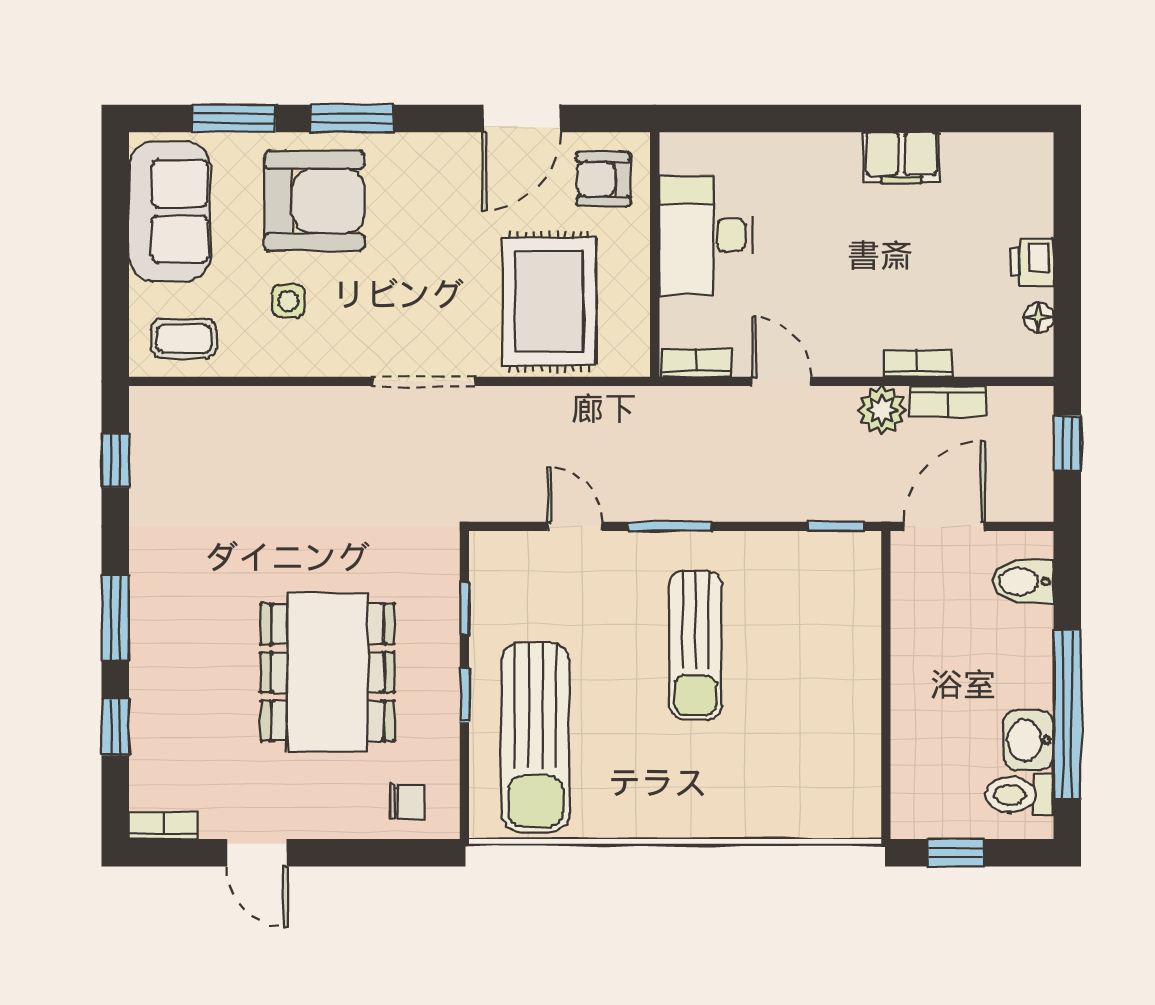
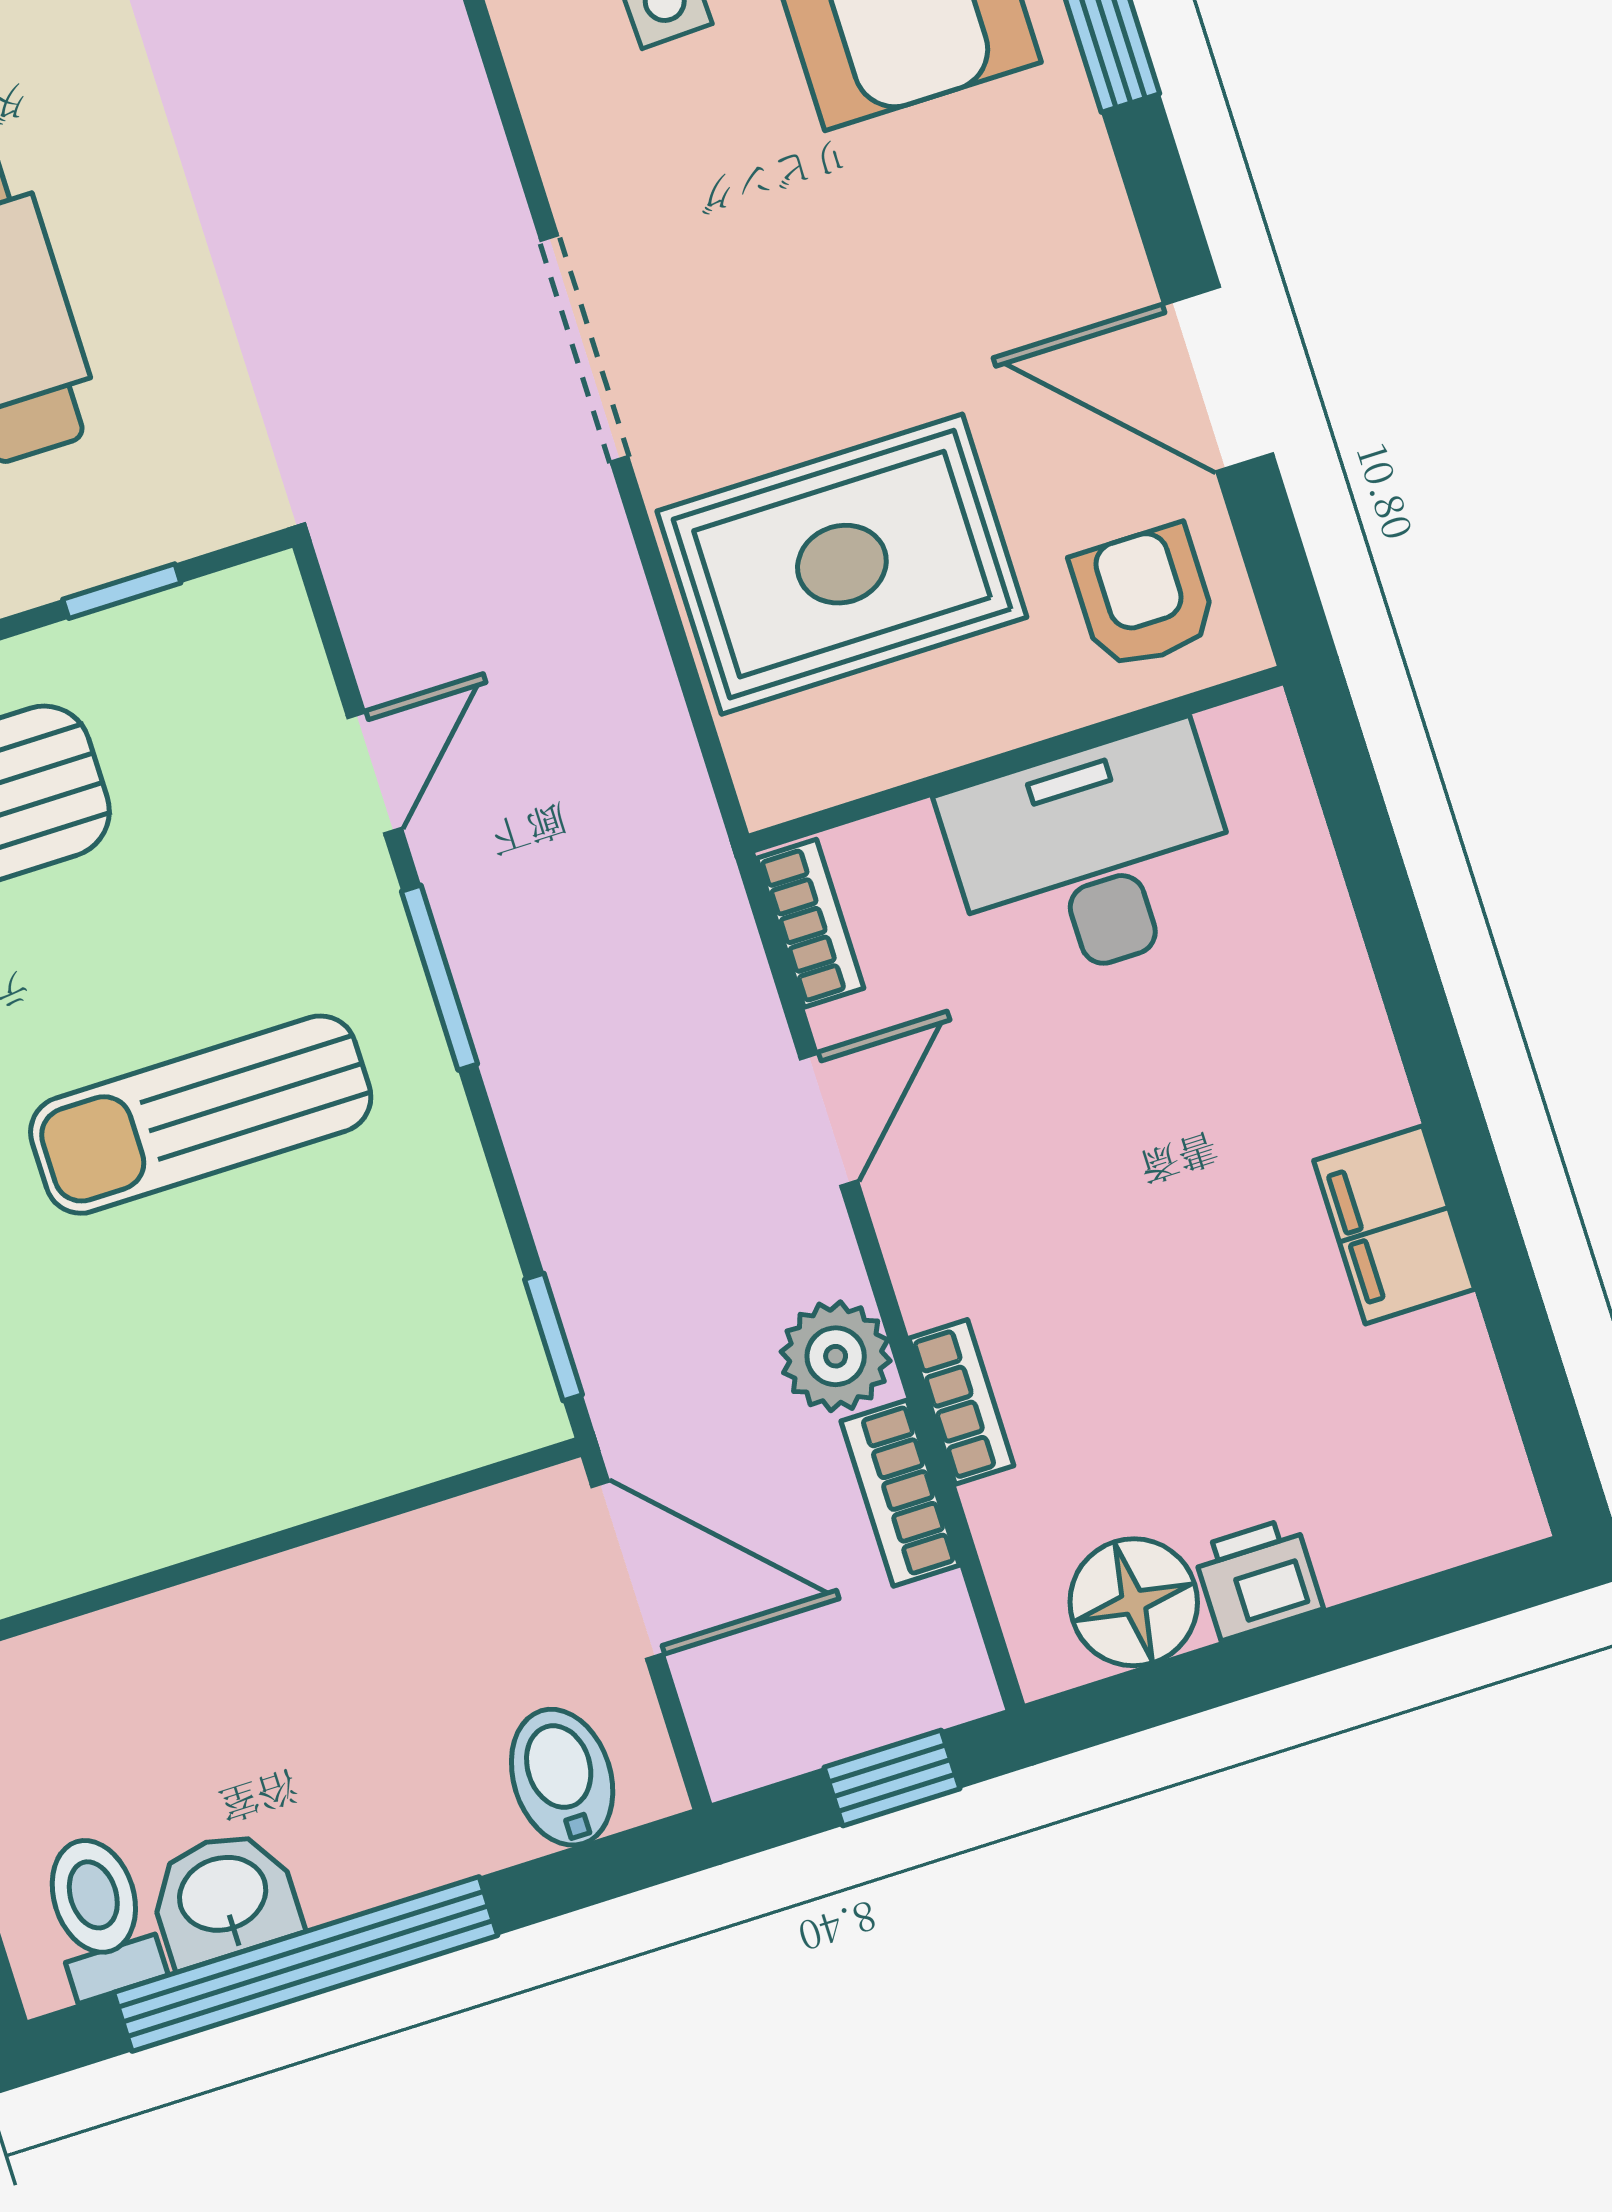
floor lamp: (1039, 317) -> (1134, 1602), width x1.89, depth x1.89

